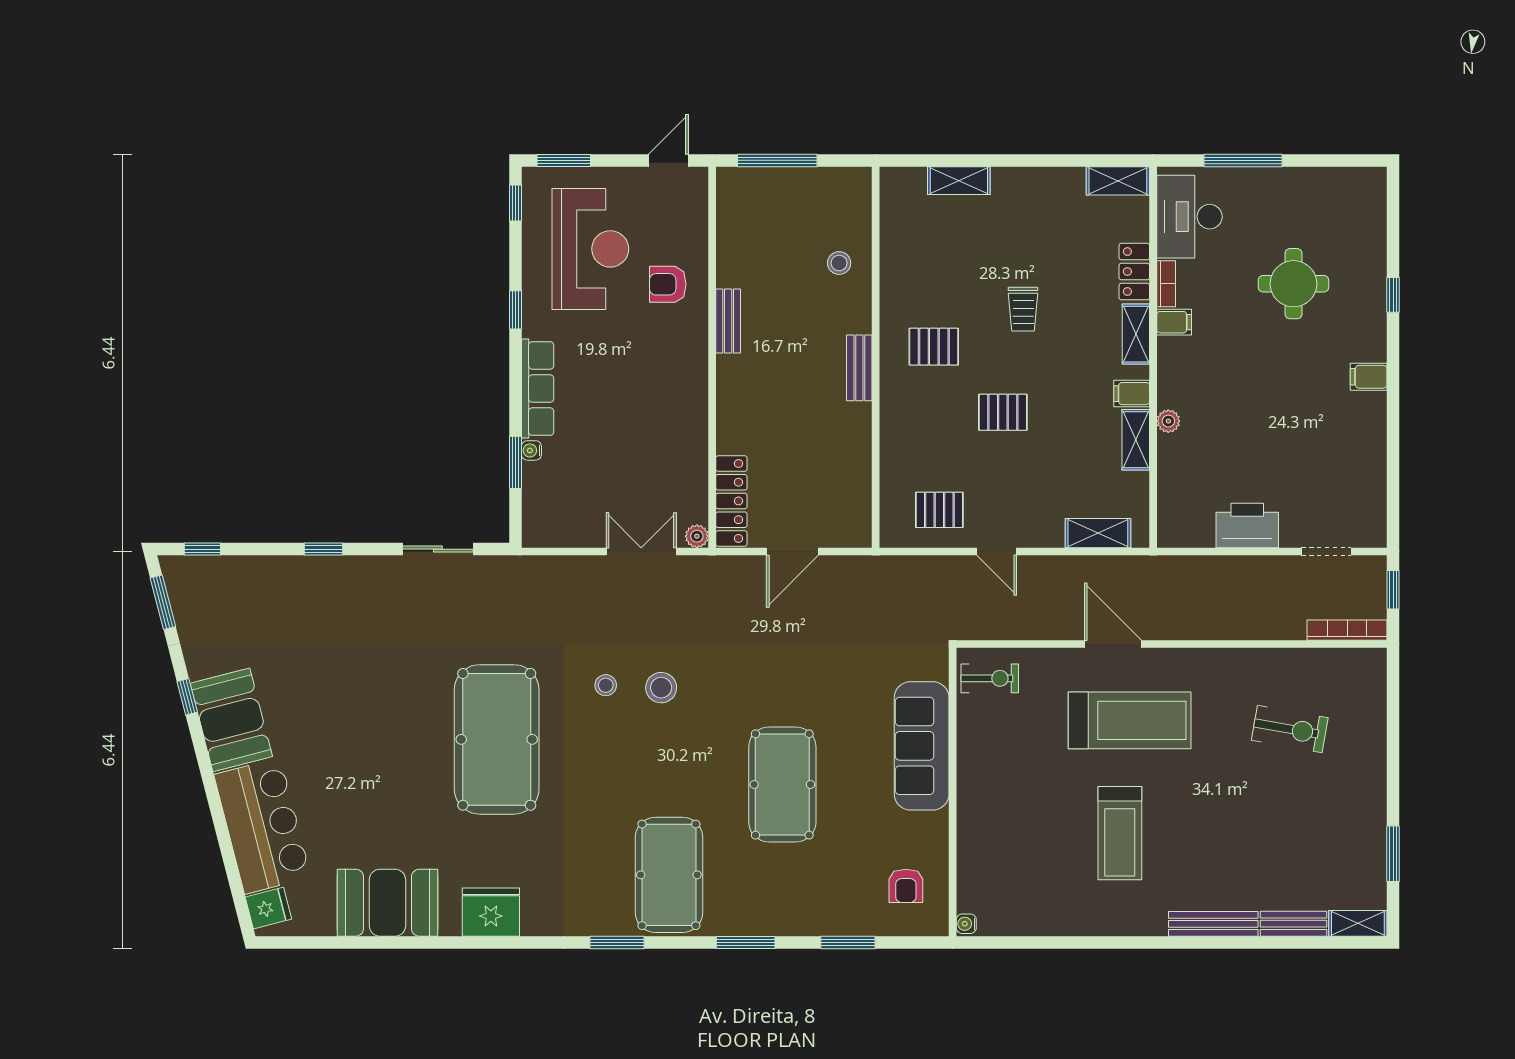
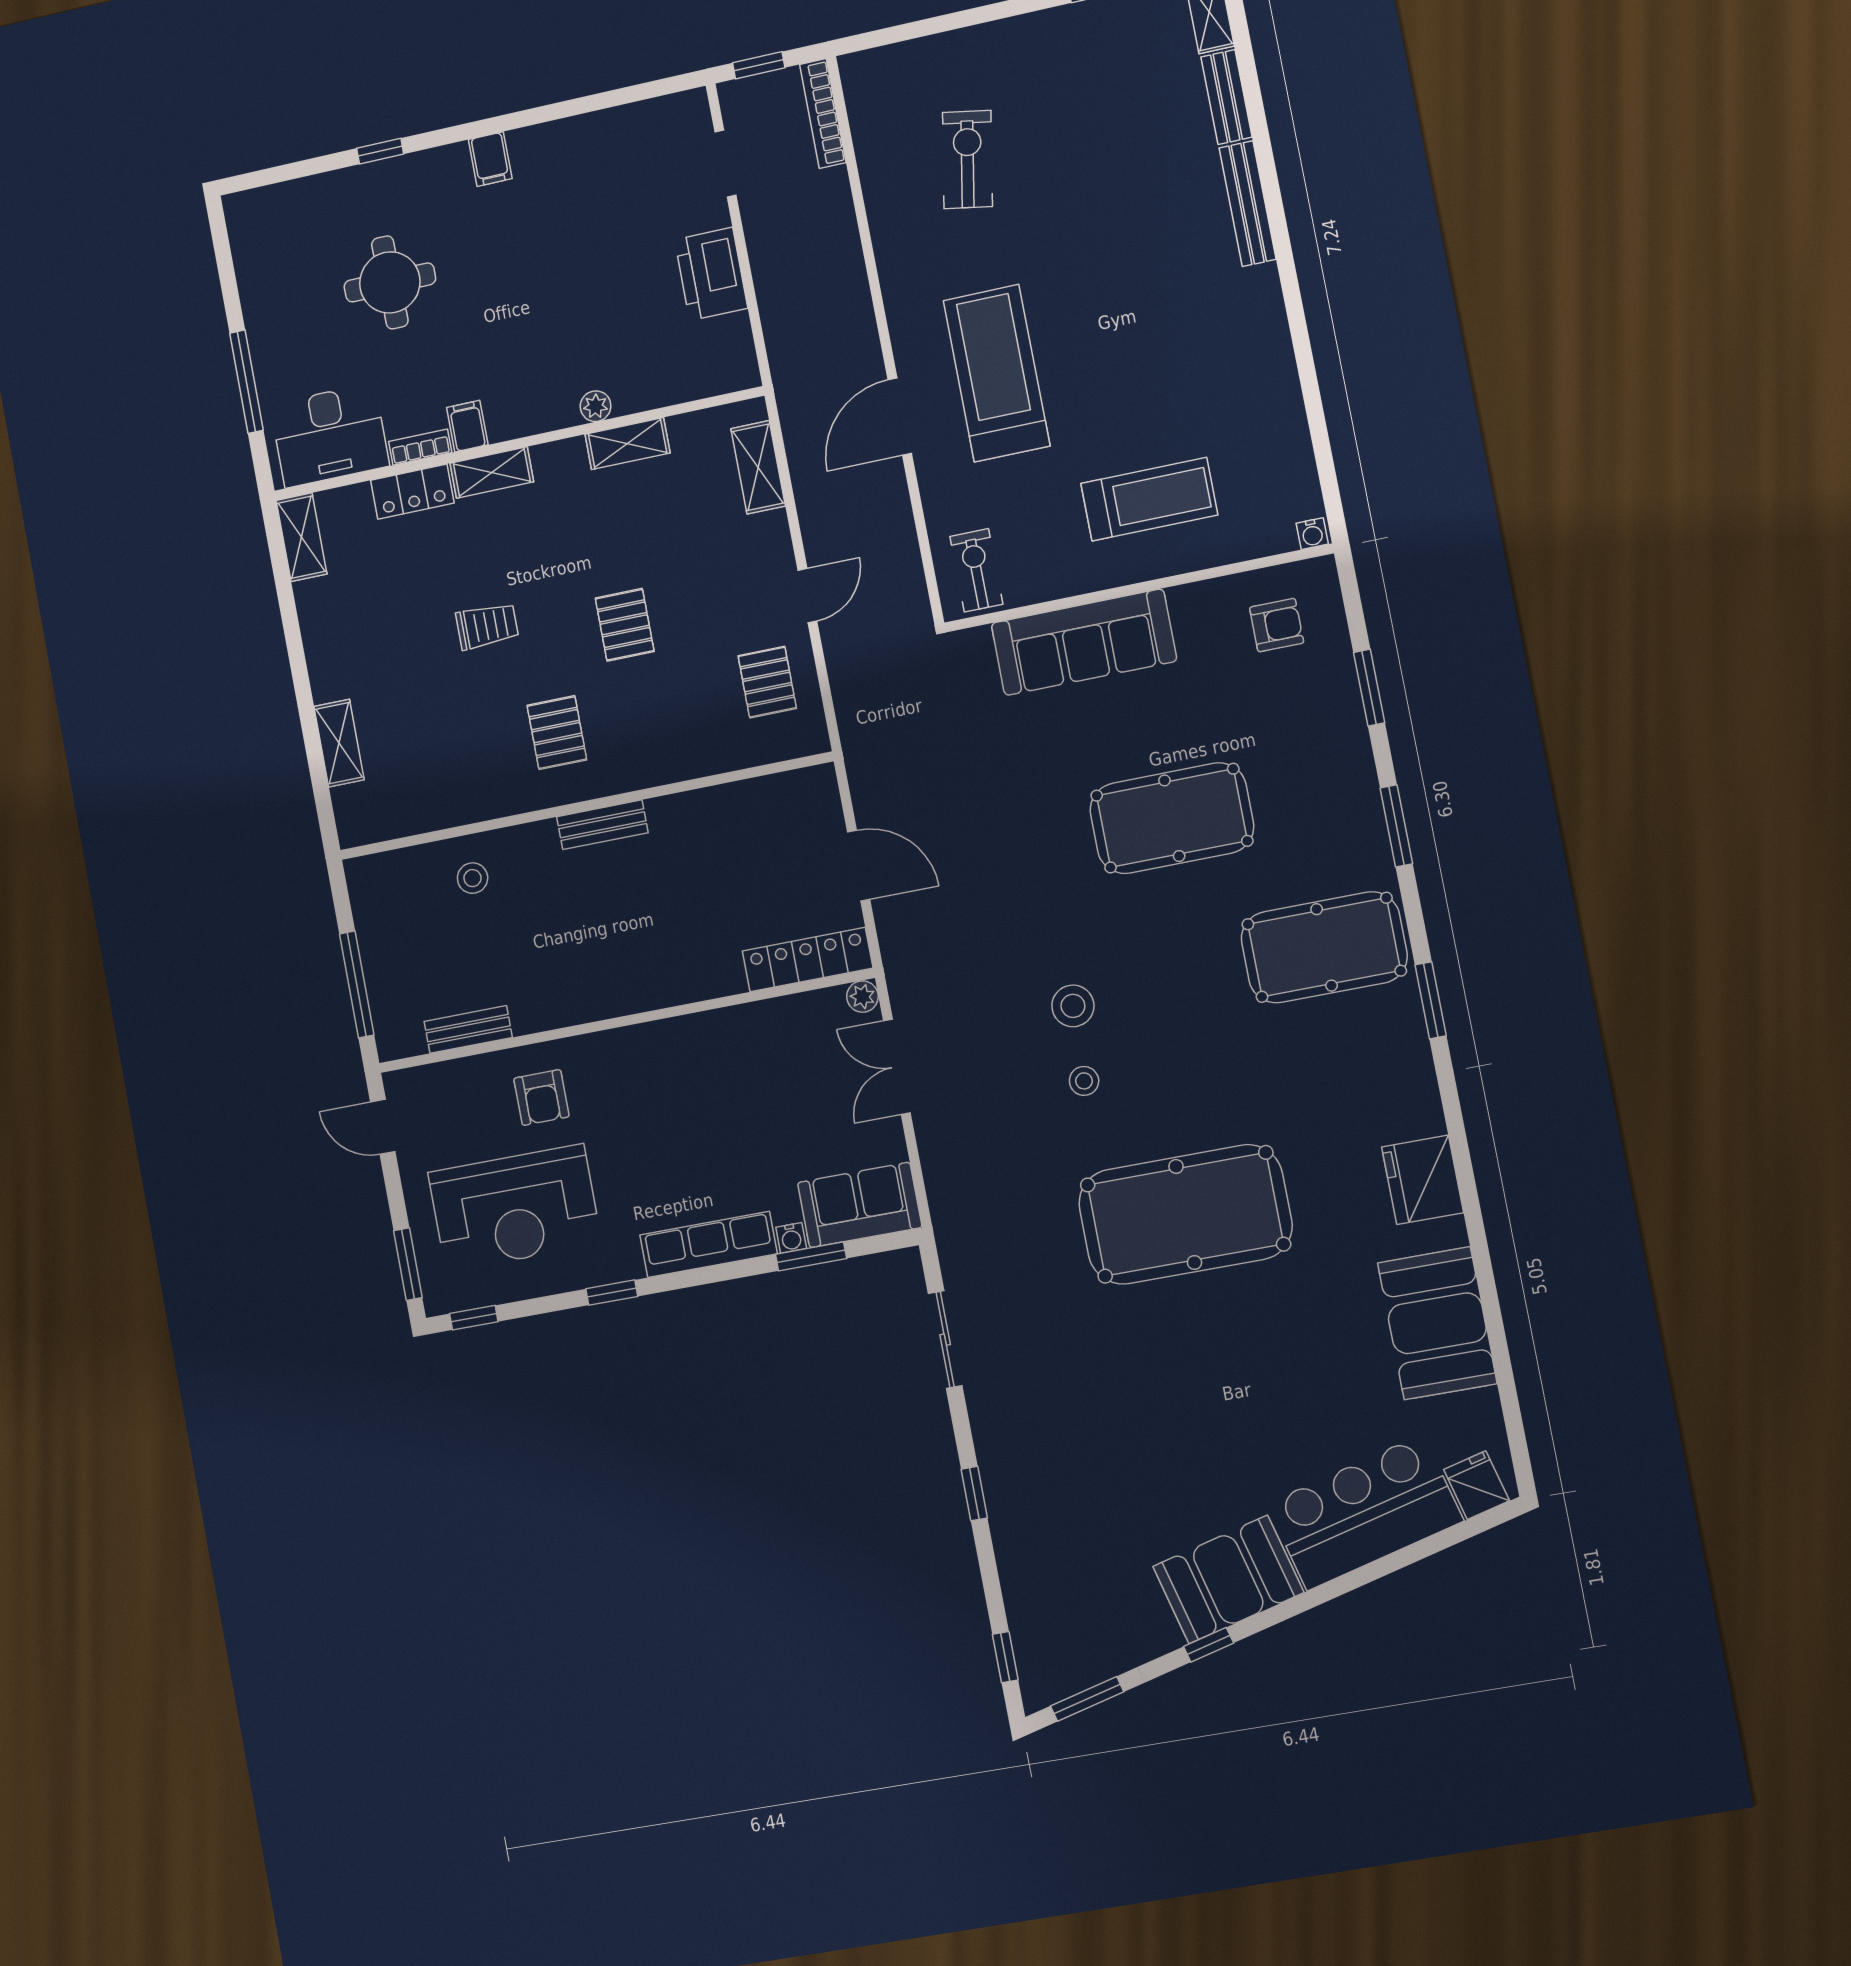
reception desk: (590, 249) -> (515, 1208), turned 180
bench: (728, 321) -> (468, 1029), moved
filing cabinet: (1132, 394) -> (569, 462), removed
sofa: (546, 505) -> (860, 1205), added
treadmill: (1120, 833) -> (1149, 499), moved

